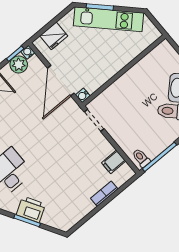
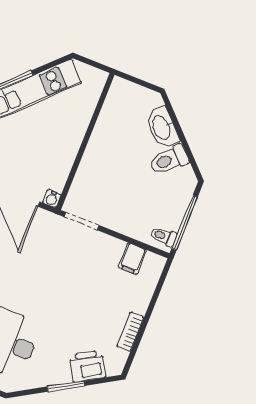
bookcase: (104, 194) -> (130, 332), moved
printer: (31, 209) -> (88, 366), moved

